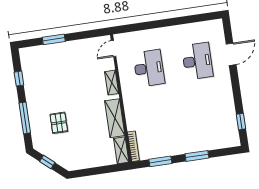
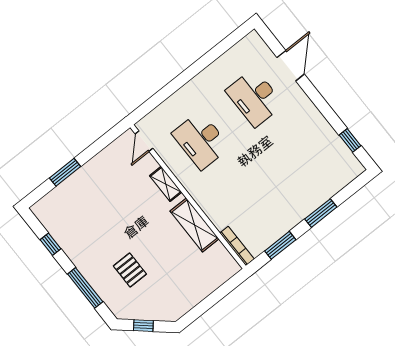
desk: (197, 61) -> (255, 98), turned 180
desk: (149, 68) -> (201, 140), turned 180
shelving: (121, 150) -> (225, 259), removed

